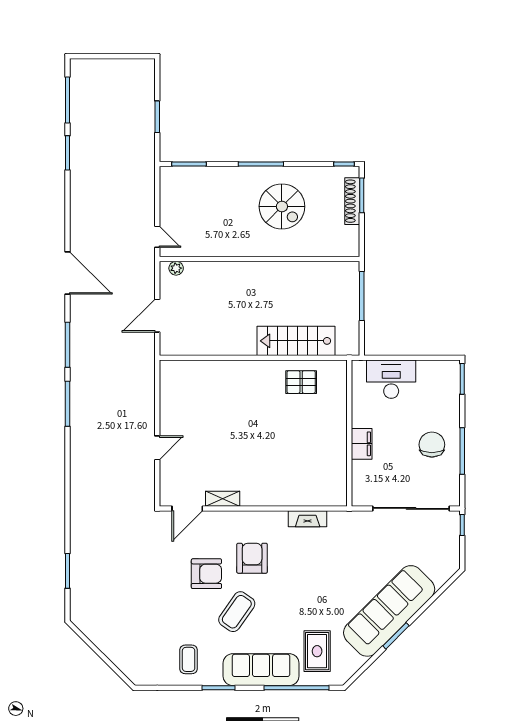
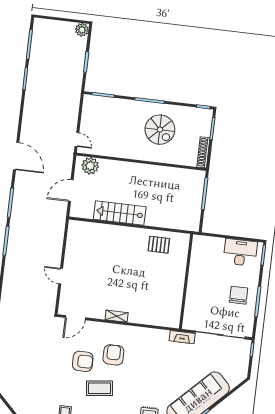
plant: (145, 69) -> (82, 30), added
shoe rack: (352, 201) -> (203, 152), moved
plant: (176, 268) -> (90, 166), width x1.87, depth x1.87
stairs: (296, 341) -> (120, 213), moved
desk: (391, 379) -> (240, 252), moved
filing cabinet: (362, 444) -> (193, 289), removed
door: (157, 448) -> (61, 276), swing flipped
shelving: (223, 499) -> (117, 316), moved
fireplace: (308, 519) -> (182, 337), moved
coffee table: (237, 612) -> (99, 388), turned 48

